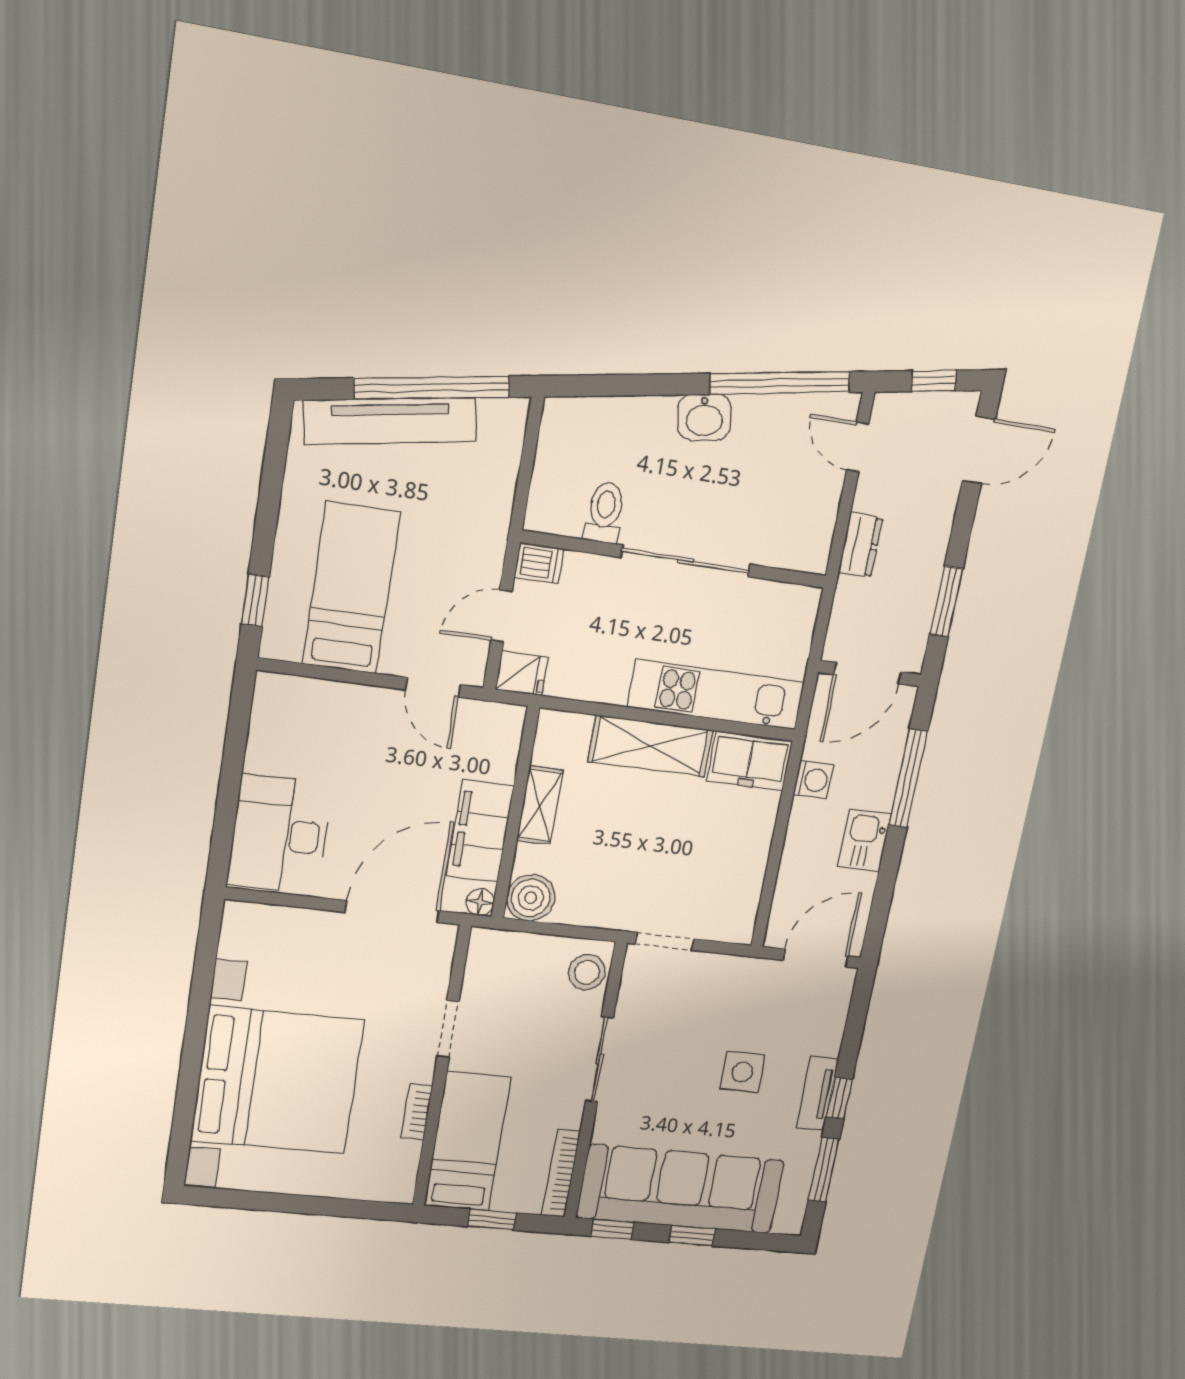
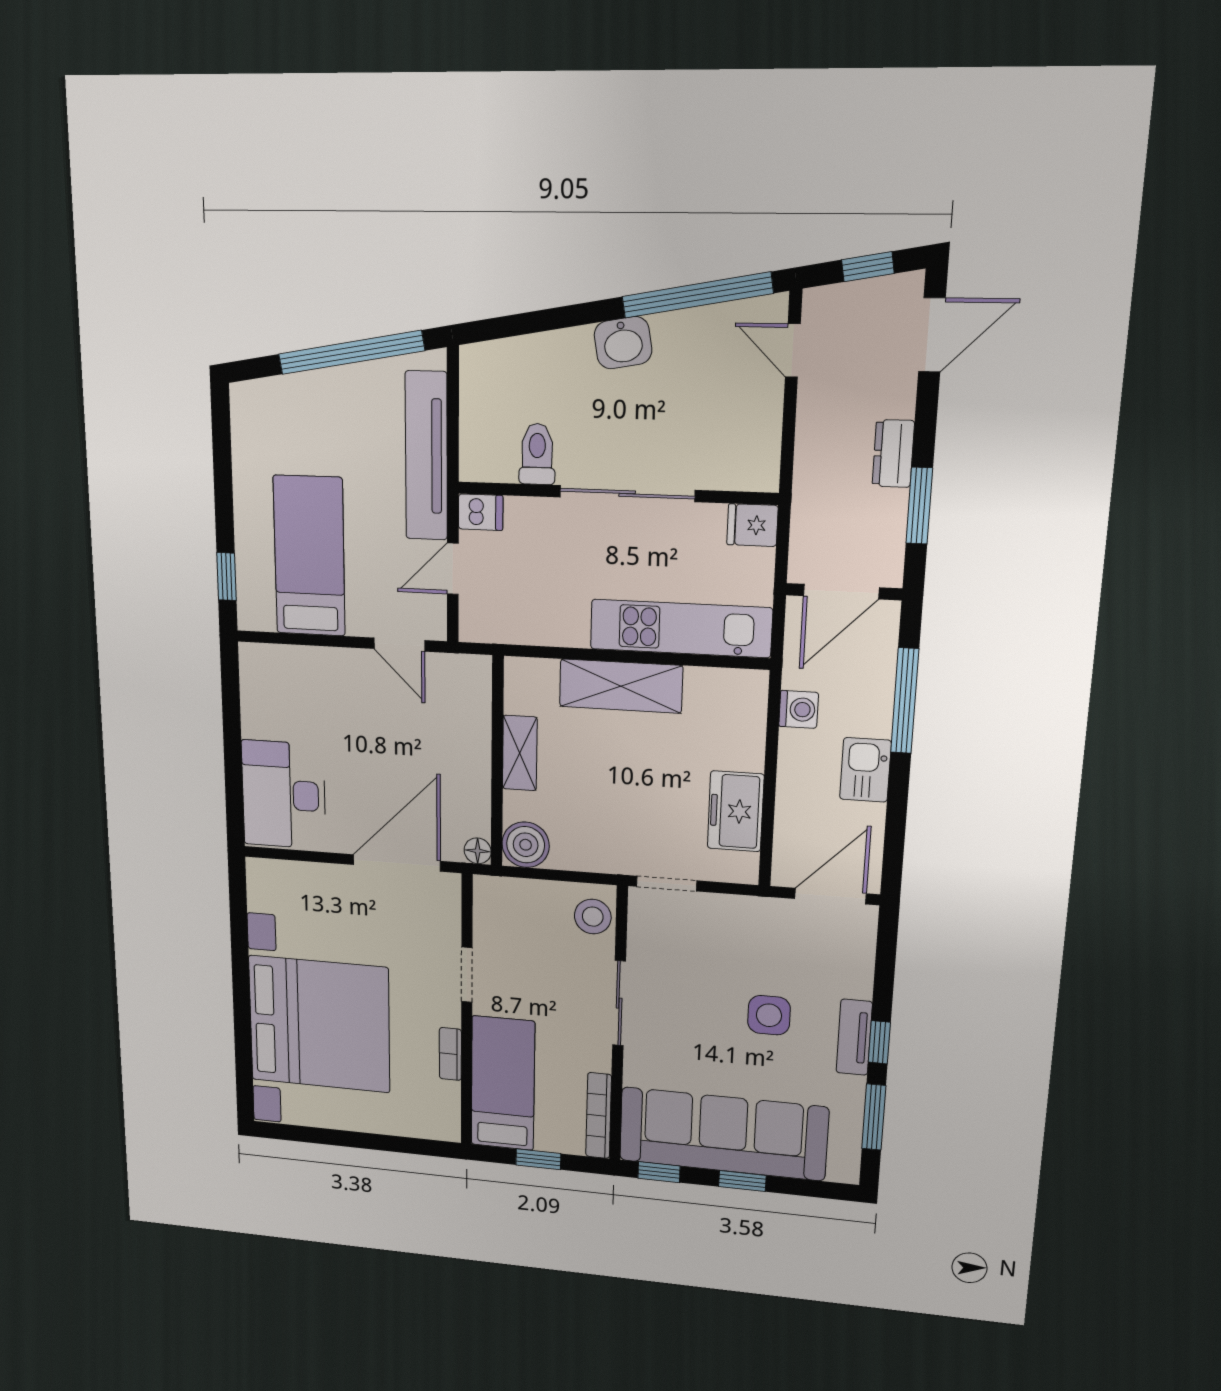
tv unit: (391, 421) -> (426, 456), moved, turned 100
dresser: (860, 545) -> (893, 454), moved, turned 180
fridge: (522, 673) -> (752, 525), moved, turned 180
freezer: (750, 761) -> (736, 811), moved, turned 90
filing cabinet: (480, 831) -> (466, 781), removed

